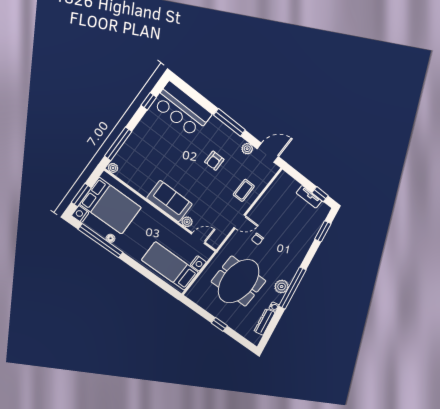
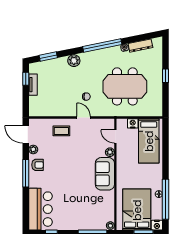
armchair: (214, 161) -> (38, 165), moved
plant: (282, 287) -> (74, 61), moved

